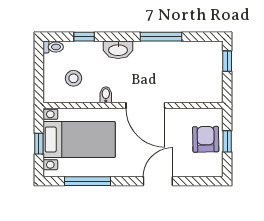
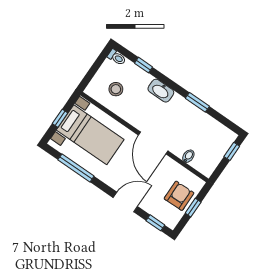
window: (161, 37) -> (197, 102), width x0.69
bidet: (106, 95) -> (188, 156), moved
window: (201, 181) -> (155, 223), added

